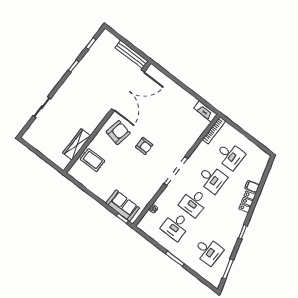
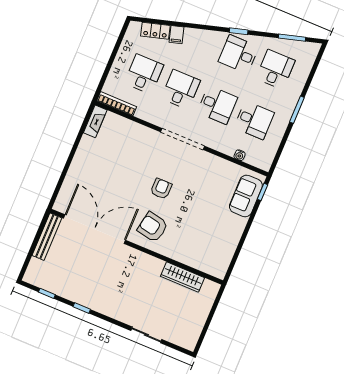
rug: (93, 160) -> (197, 251), removed
locker: (247, 202) -> (155, 31), moved
desk: (226, 227) -> (239, 54), added

